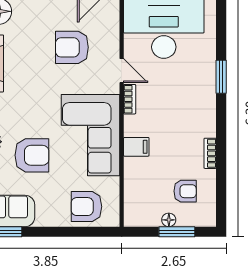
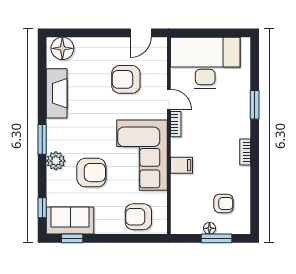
bookcase: (210, 153) -> (245, 152), moved

